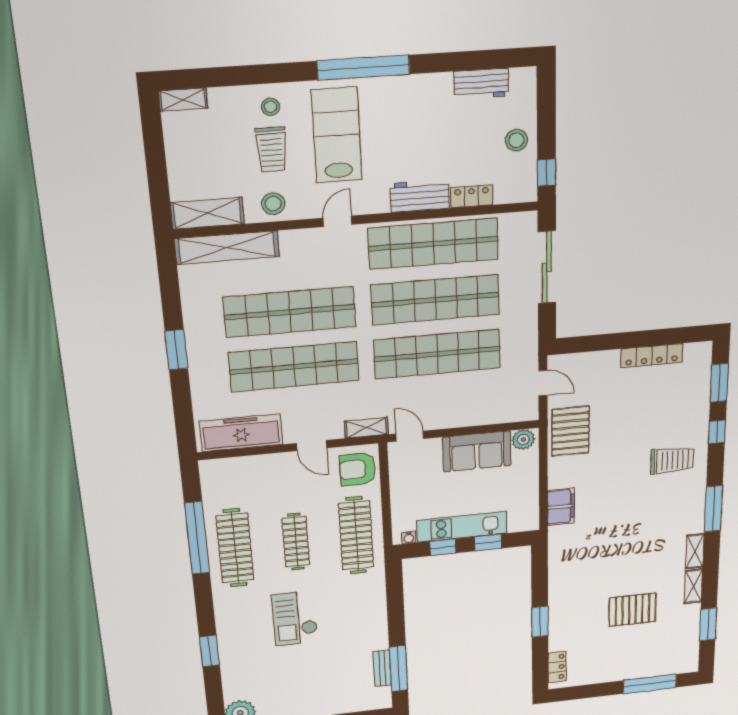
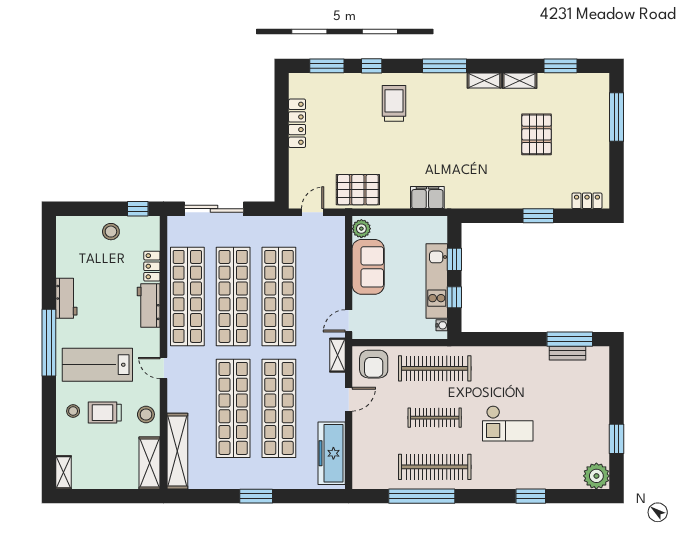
workbench: (481, 84) -> (66, 298), moved
trolley: (272, 149) -> (105, 413), turned 180

